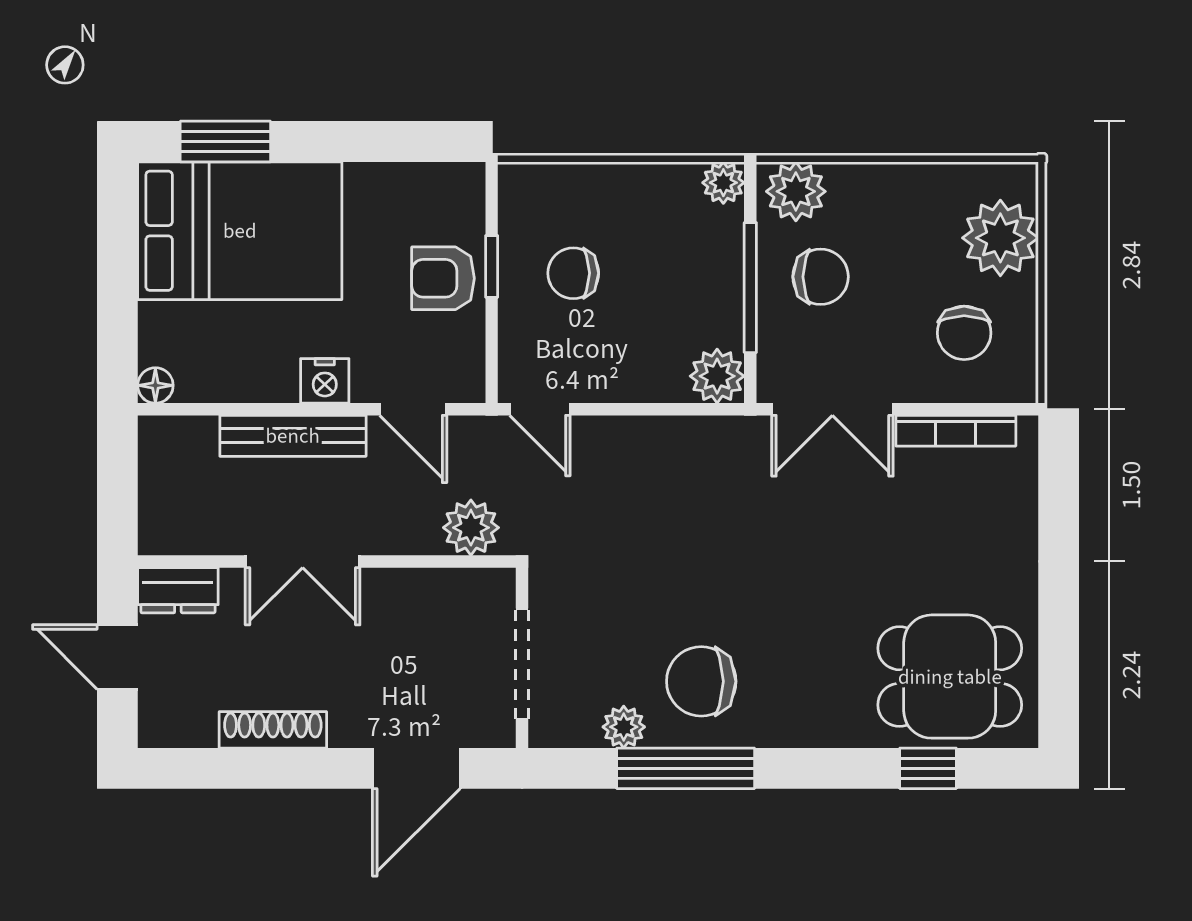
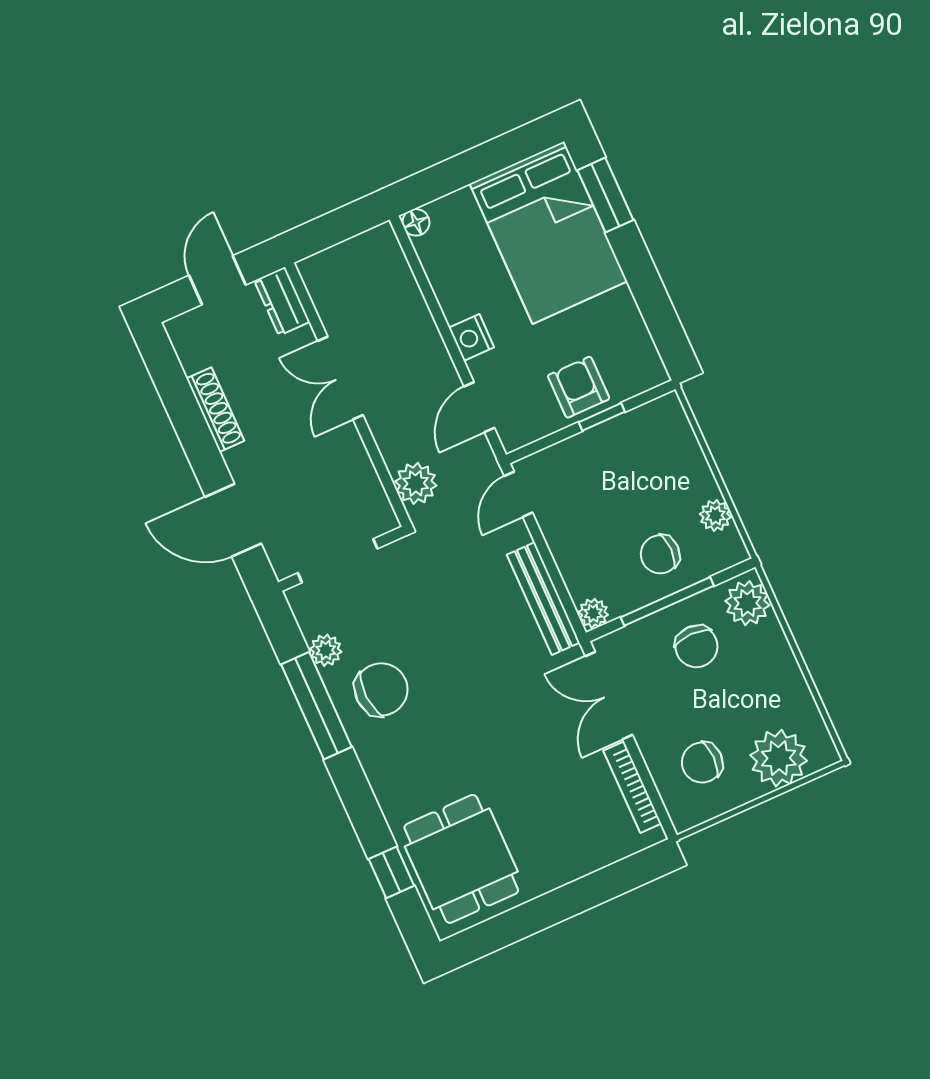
plant: (723, 183) -> (715, 516), moved
chair: (573, 273) -> (660, 554), moved, turned -90
plant: (717, 376) -> (593, 613), width x0.73, depth x0.73
bench: (293, 436) -> (543, 599), moved
chair: (701, 681) -> (381, 689), turned 87

